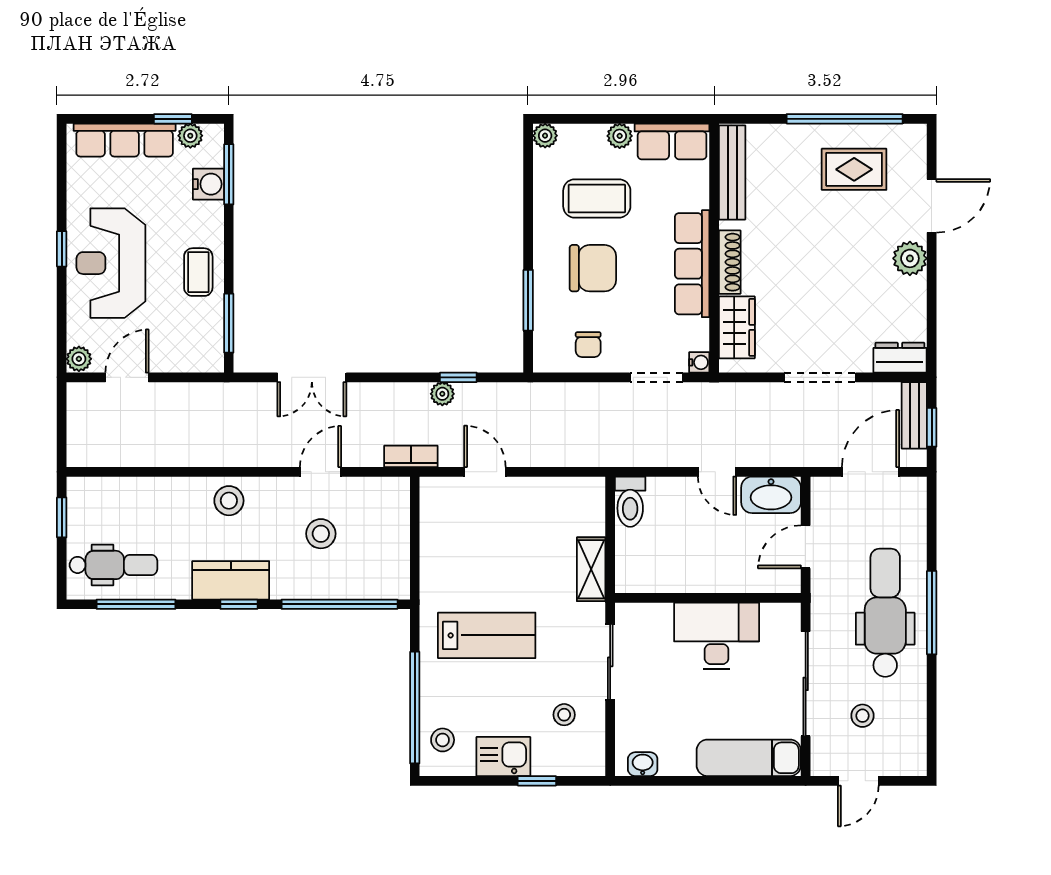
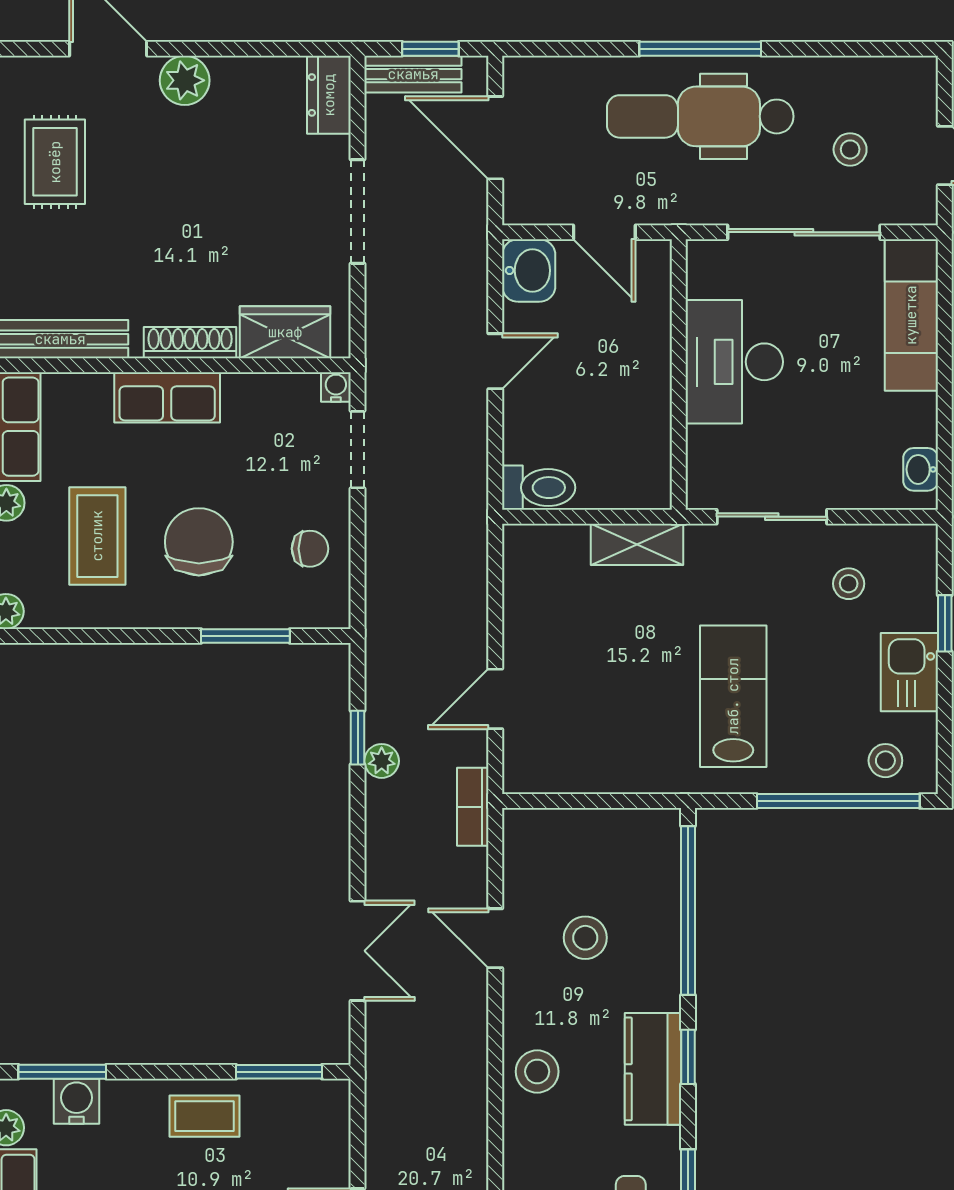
row of seats: (692, 264) -> (167, 397), width x0.68
washbasin: (771, 495) -> (529, 270), width x0.72

